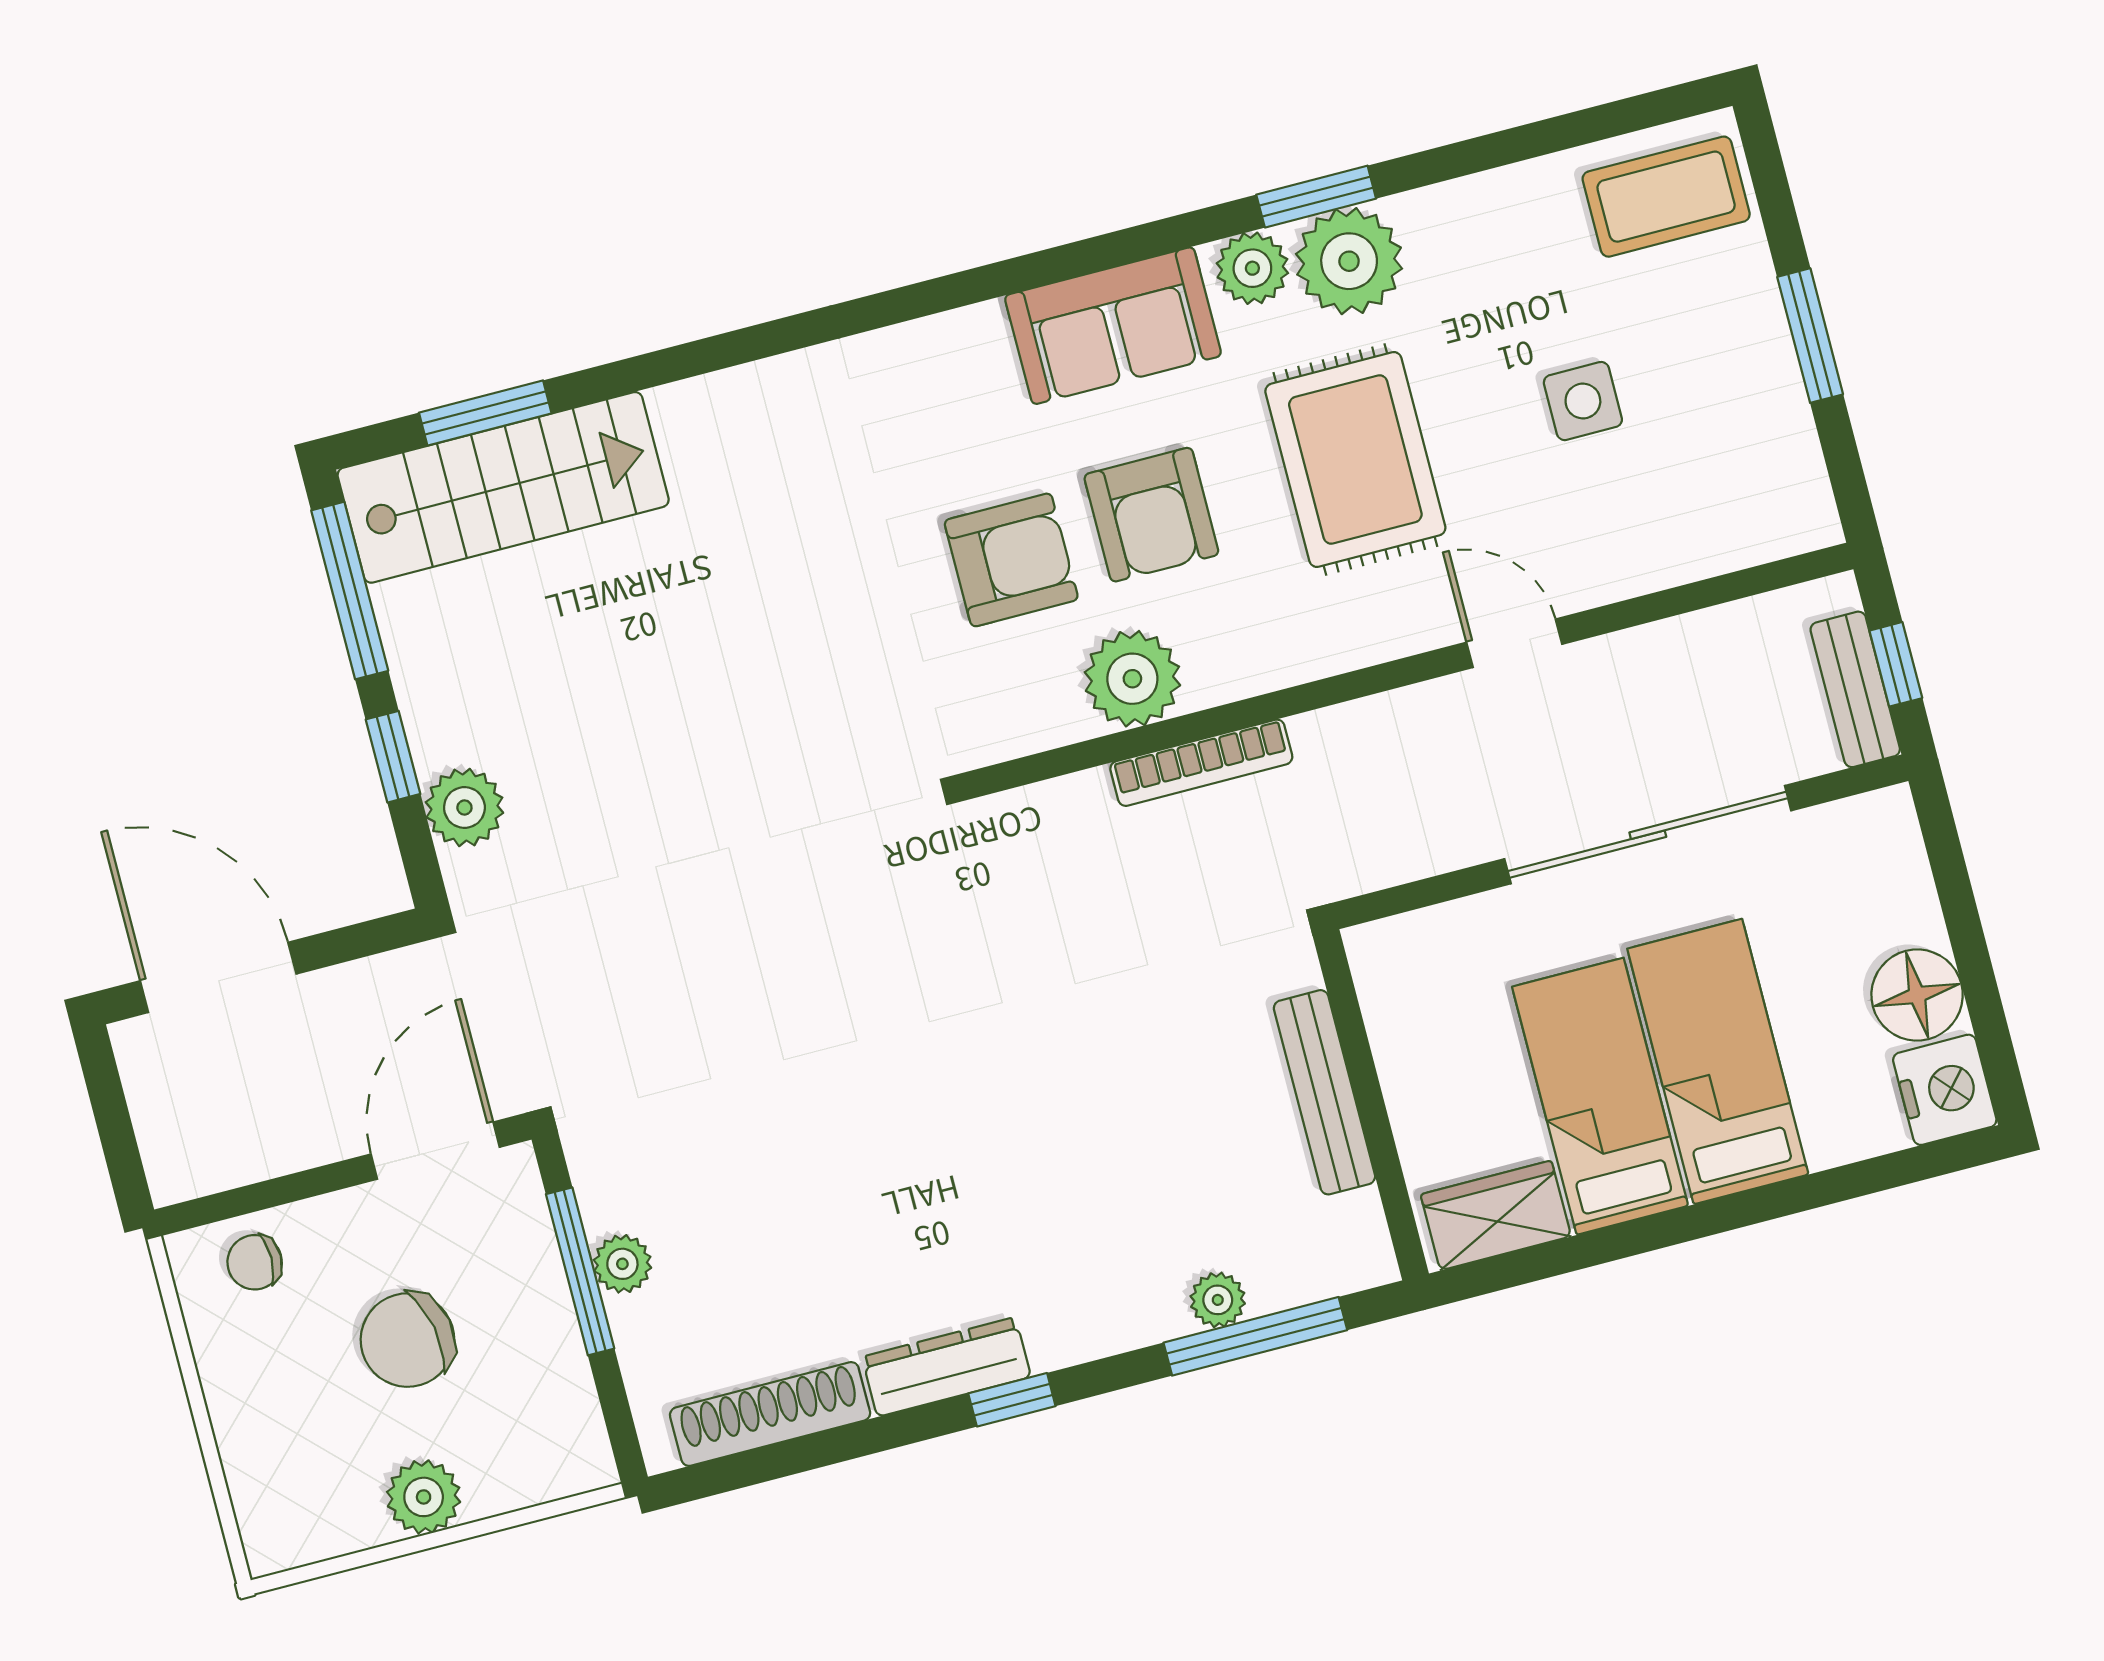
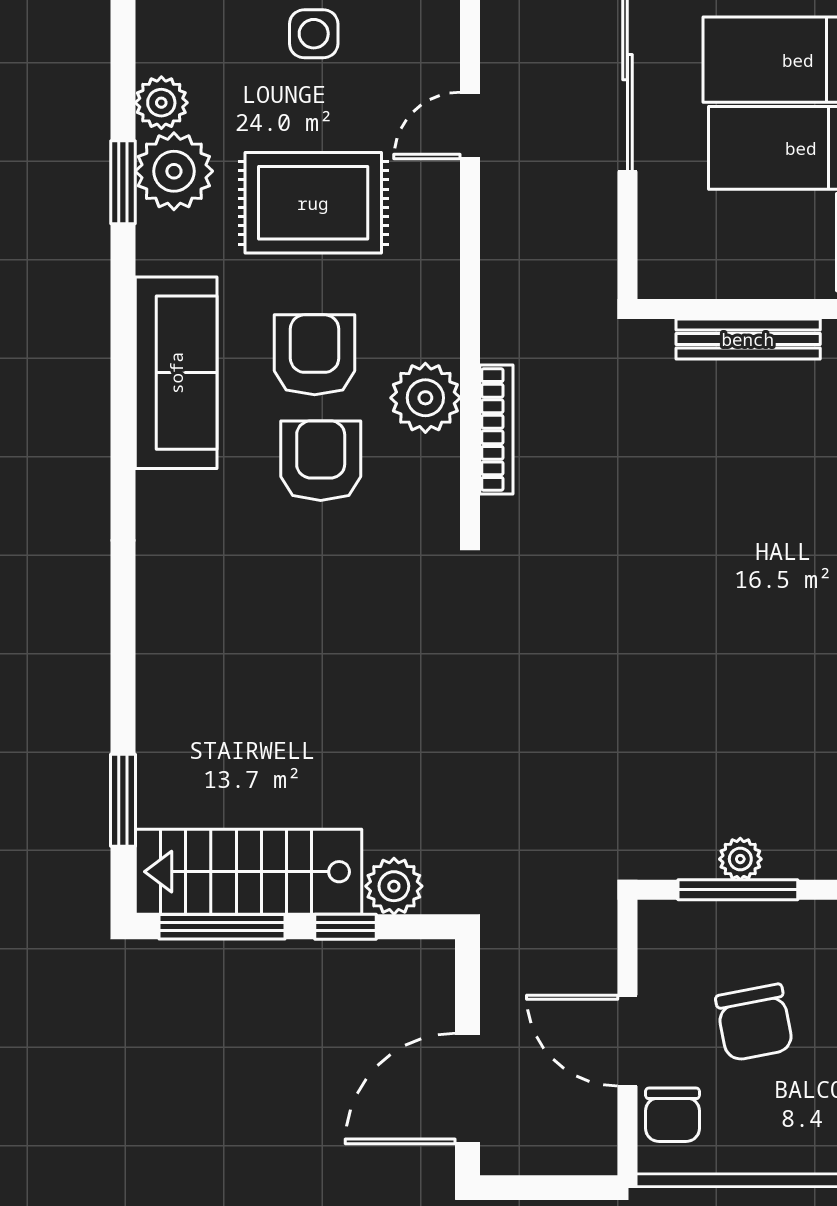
plant: (1252, 268) -> (161, 103), moved
sofa: (1113, 326) -> (176, 373), width x1.36
stairs: (503, 487) -> (249, 872), moved, turned -90
armchair: (1151, 515) -> (315, 355), turned -90
bookcase: (1201, 763) -> (496, 430), moved
door: (435, 1151) -> (627, 1041), moved
chair: (255, 1262) -> (672, 1115), width x1.37, depth x1.37

